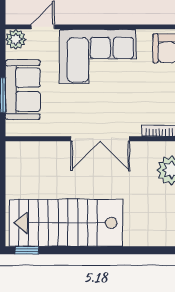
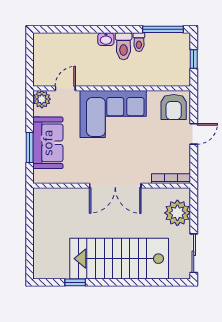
stairs: (66, 223) -> (119, 259), moved
window: (27, 250) -> (75, 282), moved

